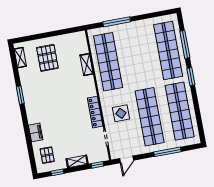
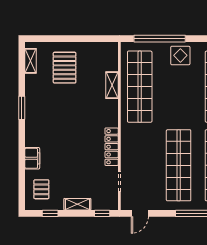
window: (117, 22) -> (160, 39), width x1.46
display table: (121, 113) -> (180, 55), moved

